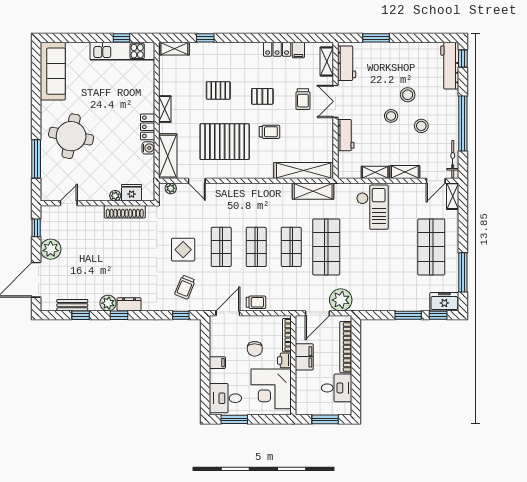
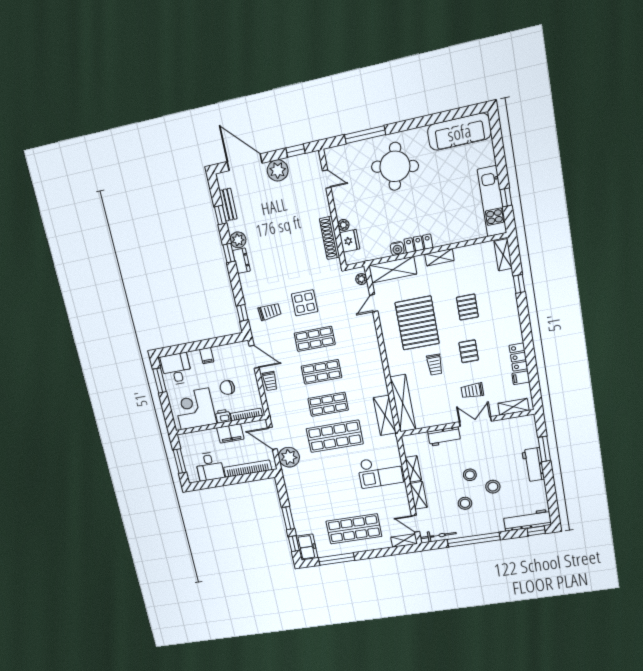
workbench: (347, 63) -> (533, 465), moved, turned 90
trolley: (185, 287) -> (269, 312), turned 153

